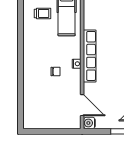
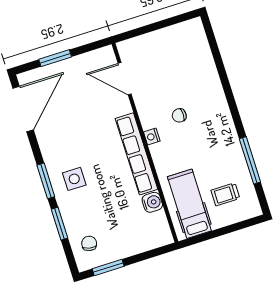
window: (21, 30) -> (250, 160), added
water cooler: (89, 123) -> (152, 202), moved

